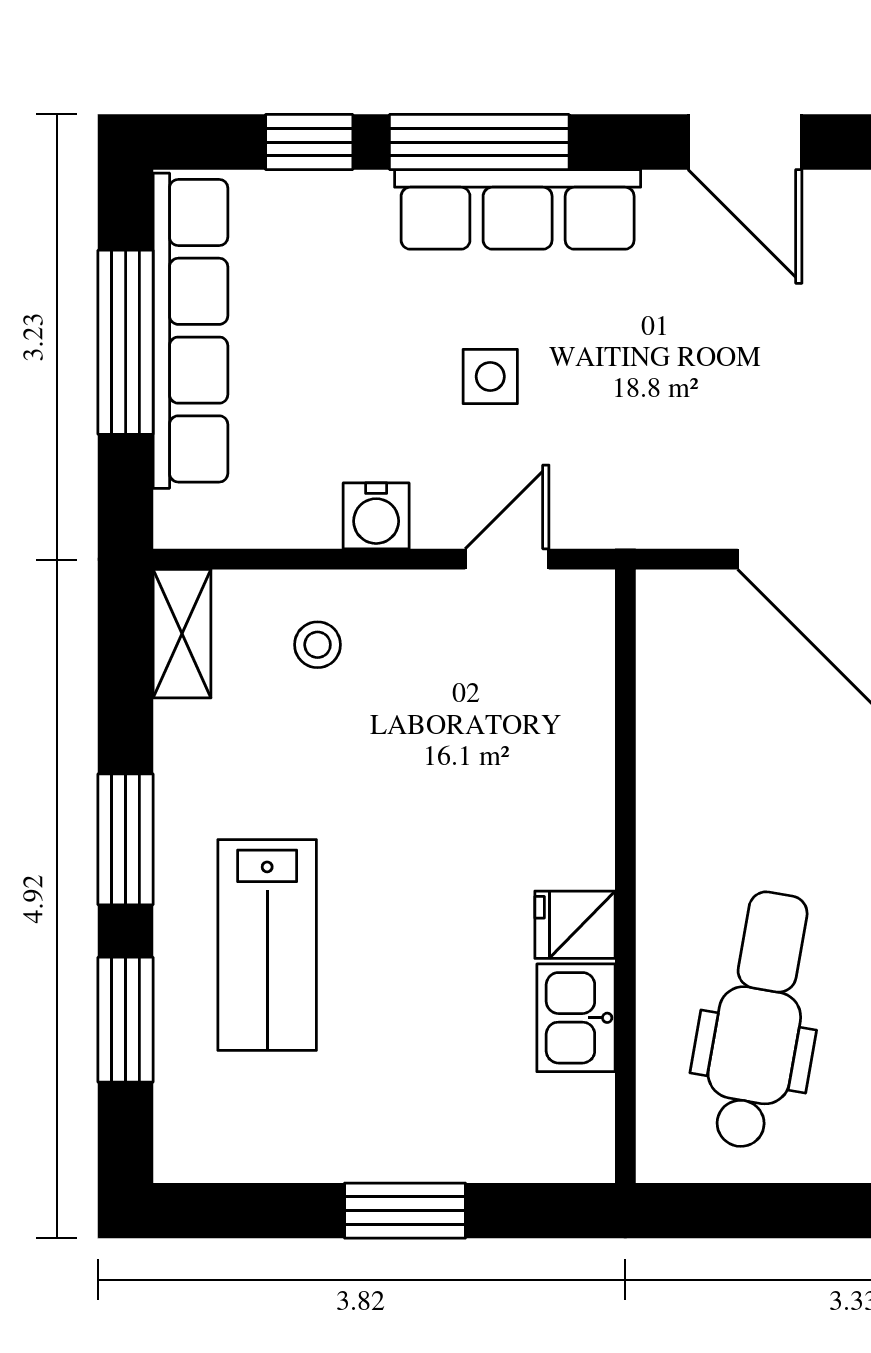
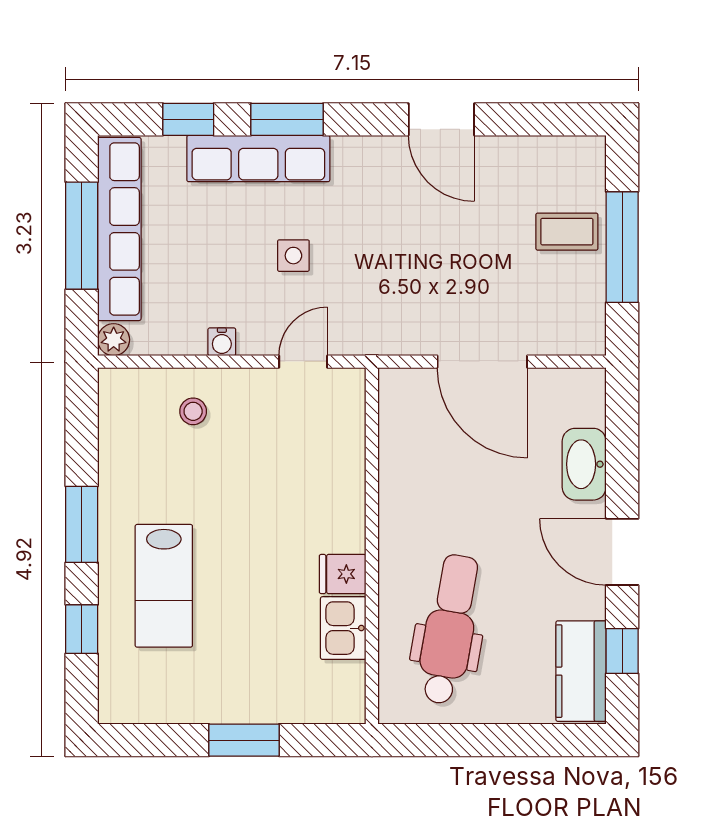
window: (479, 142) -> (287, 119), width x0.69
row of seats: (518, 209) -> (258, 159), moved
water cooler: (376, 516) -> (222, 342), width x0.72, depth x0.72
plant: (181, 521) -> (114, 340), added
shelving: (182, 634) -> (114, 405), removed
window: (126, 1020) -> (82, 629), width x0.67

